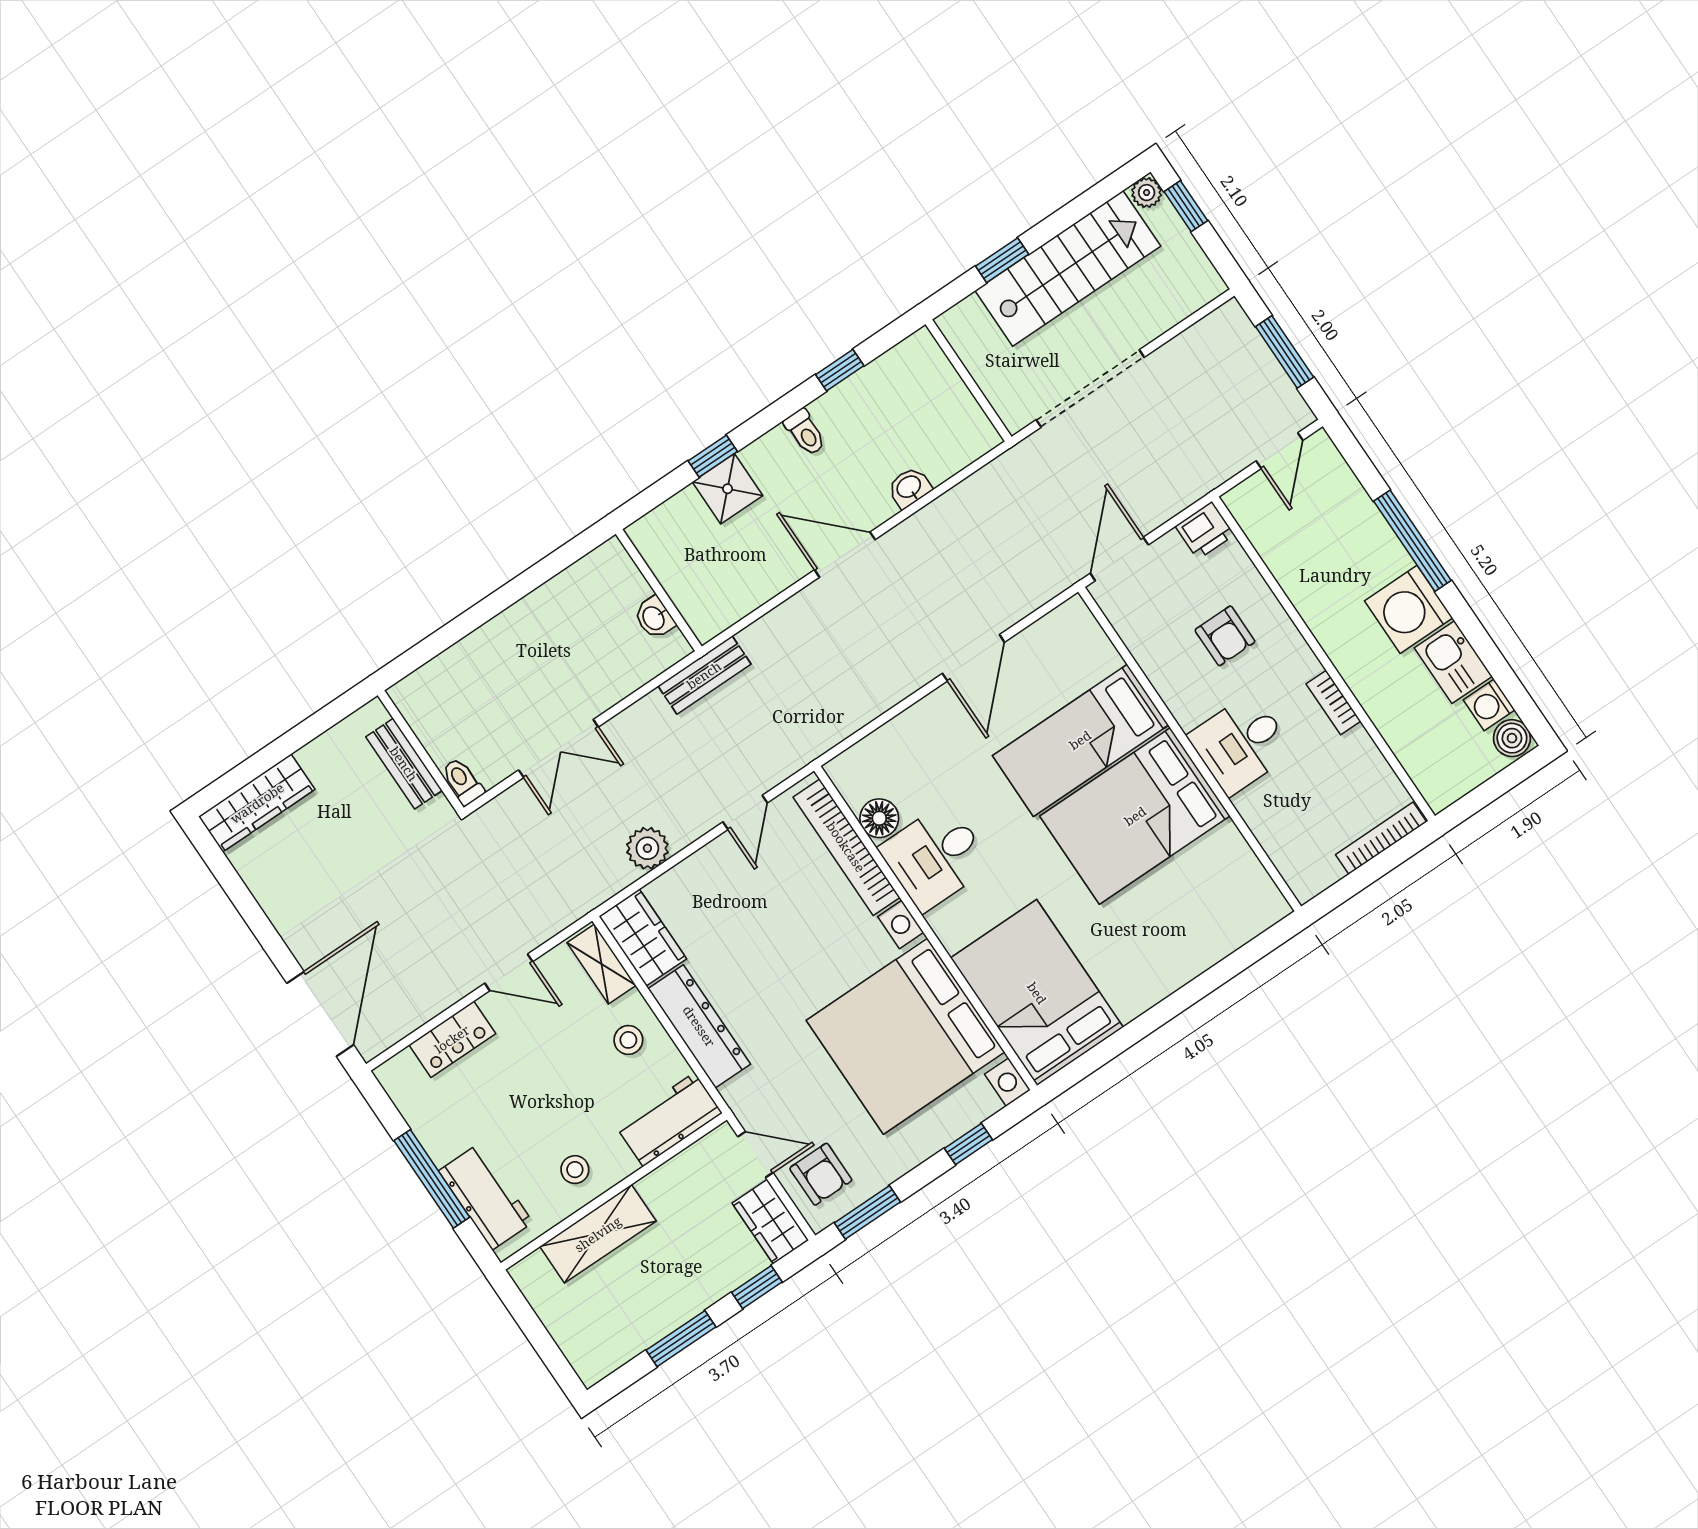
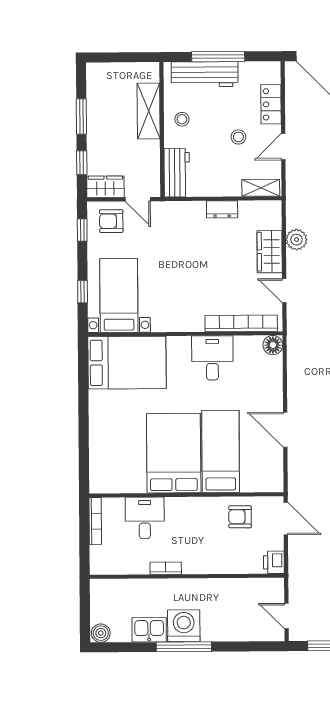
window: (1412, 541) -> (184, 647), moved
armchair: (1225, 636) -> (240, 517), moved
washing machine: (1489, 705) -> (121, 633), removed
desk: (1241, 744) -> (145, 518), moved
floor lamp: (879, 818) -> (273, 345), moved
bookcase: (1381, 838) -> (95, 521), moved
wardrobe: (643, 938) -> (270, 252), moved, turned 90
dresser: (699, 1026) -> (222, 209), width x0.51, depth x0.80
bed with nightstands: (905, 1036) -> (119, 295), width x0.54
stool: (628, 1040) -> (238, 137), moved
door: (755, 1155) -> (138, 199), hinge flipped
workbench: (486, 1197) -> (205, 74), width x1.37
window: (867, 1212) -> (82, 230), width x0.67

